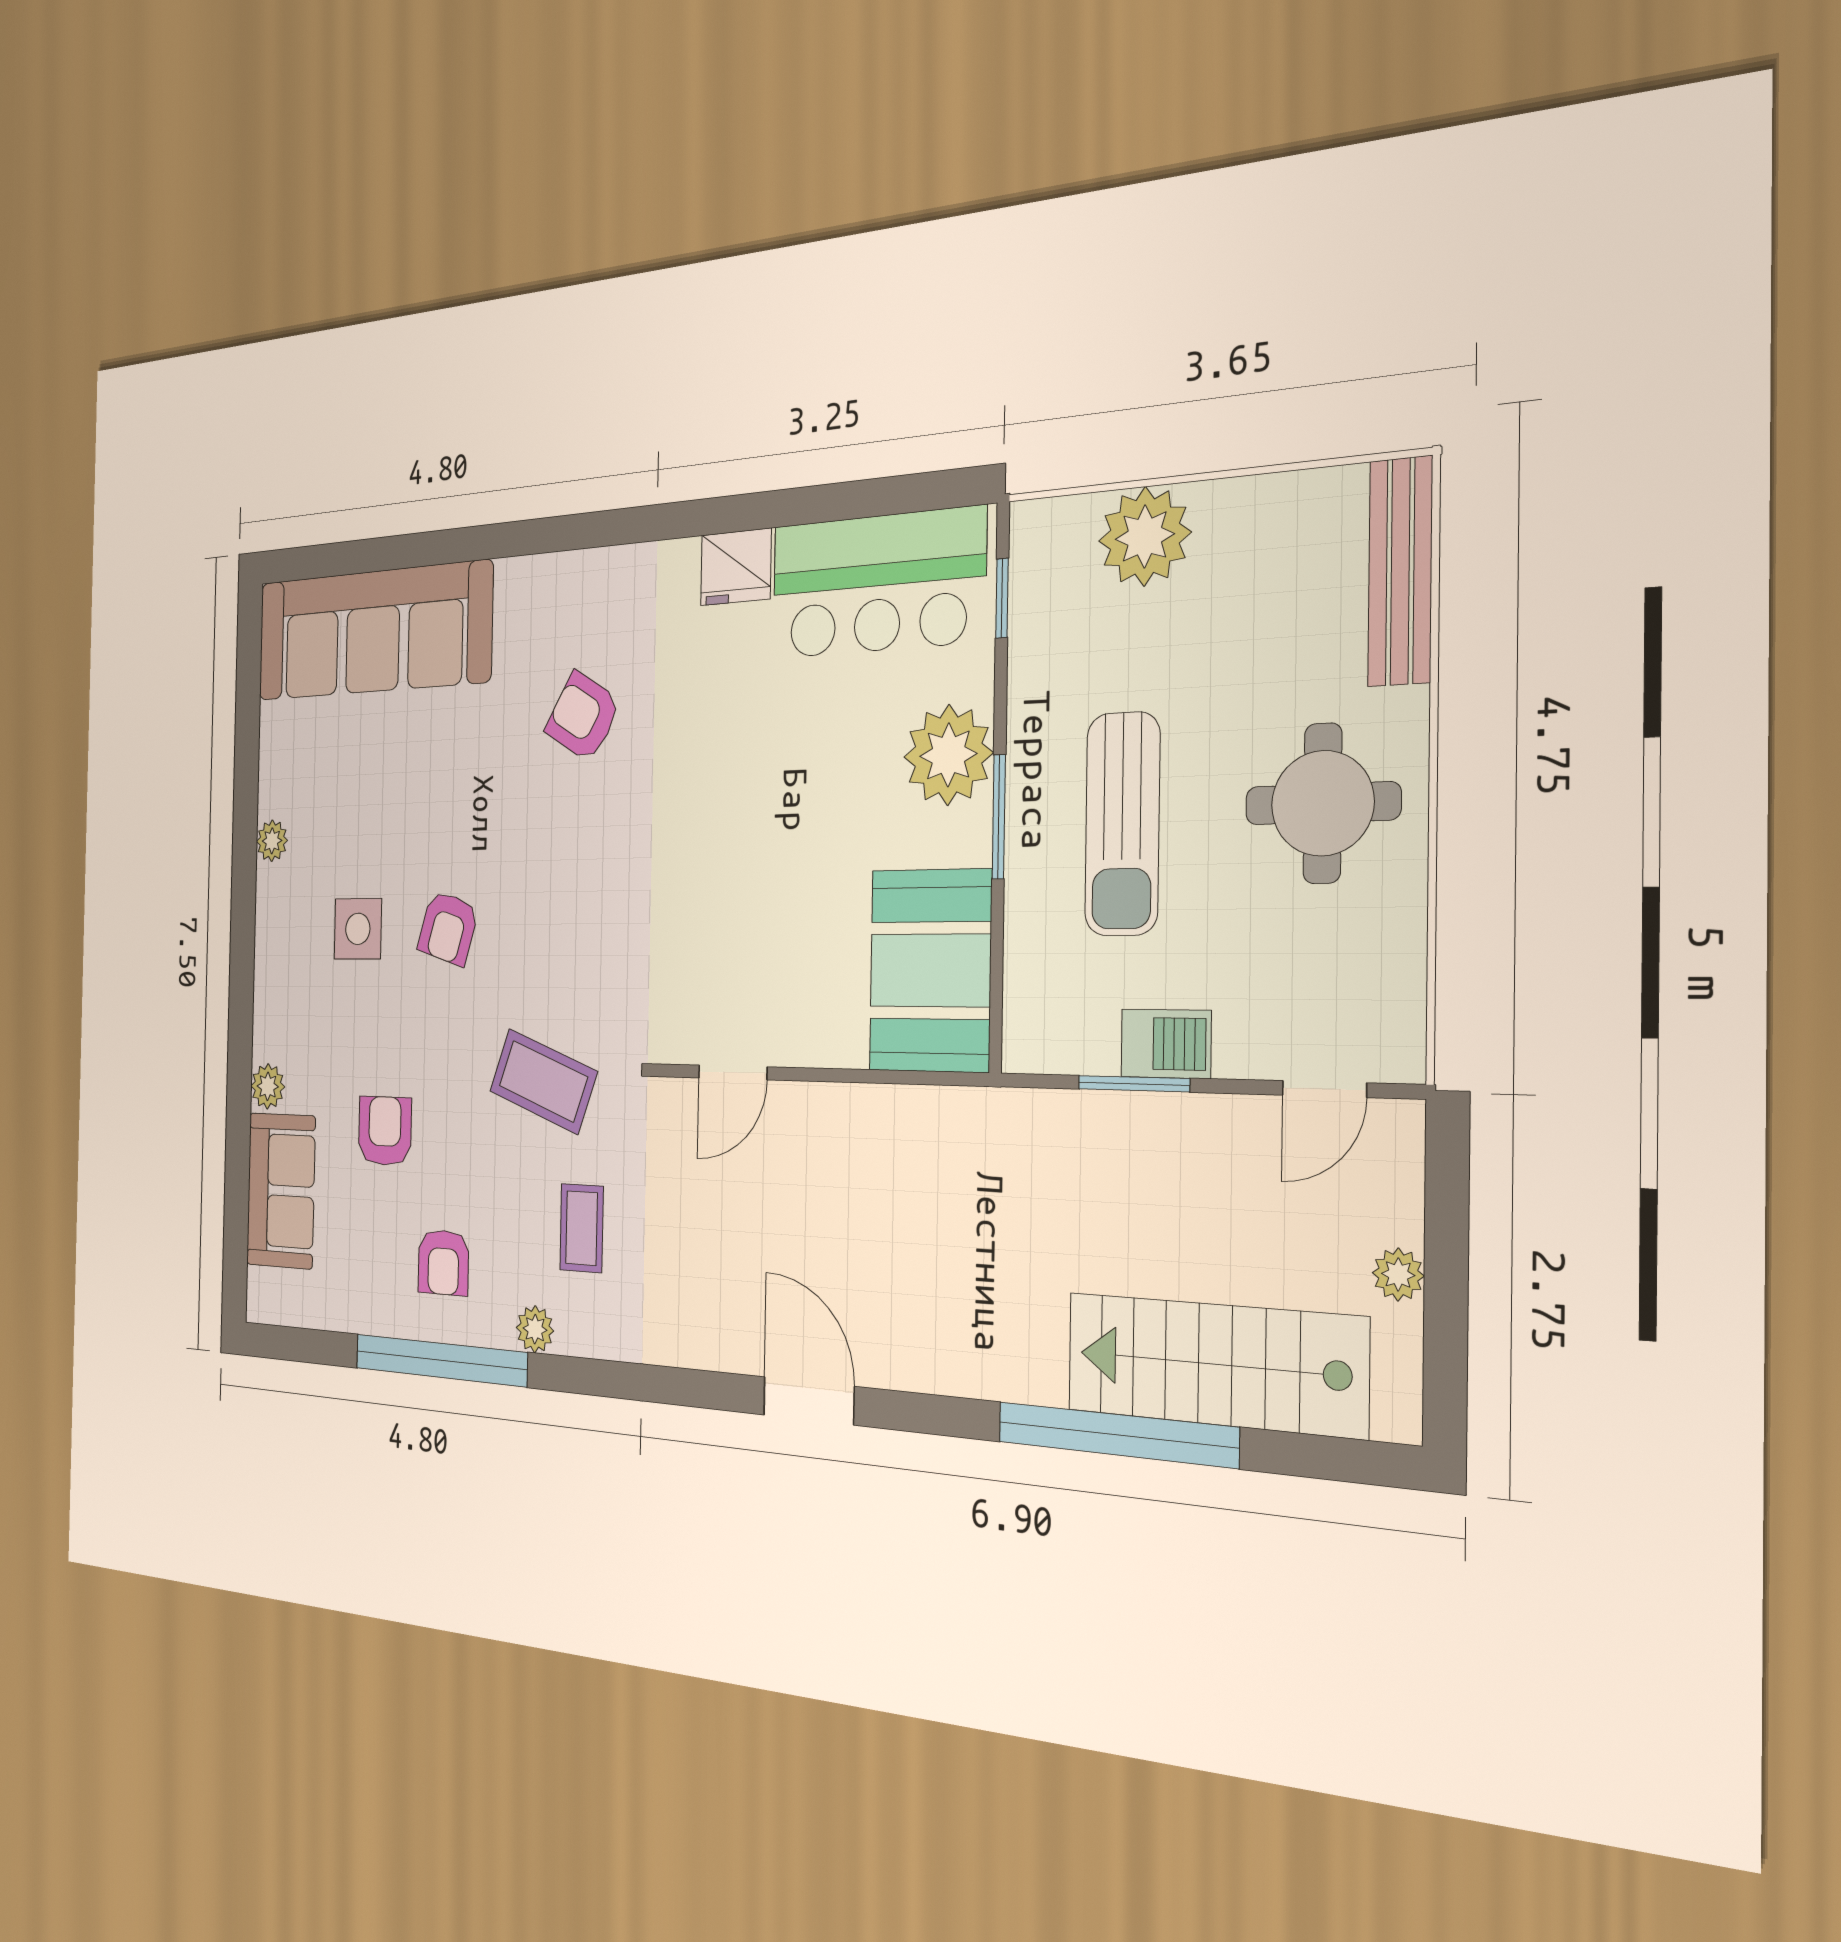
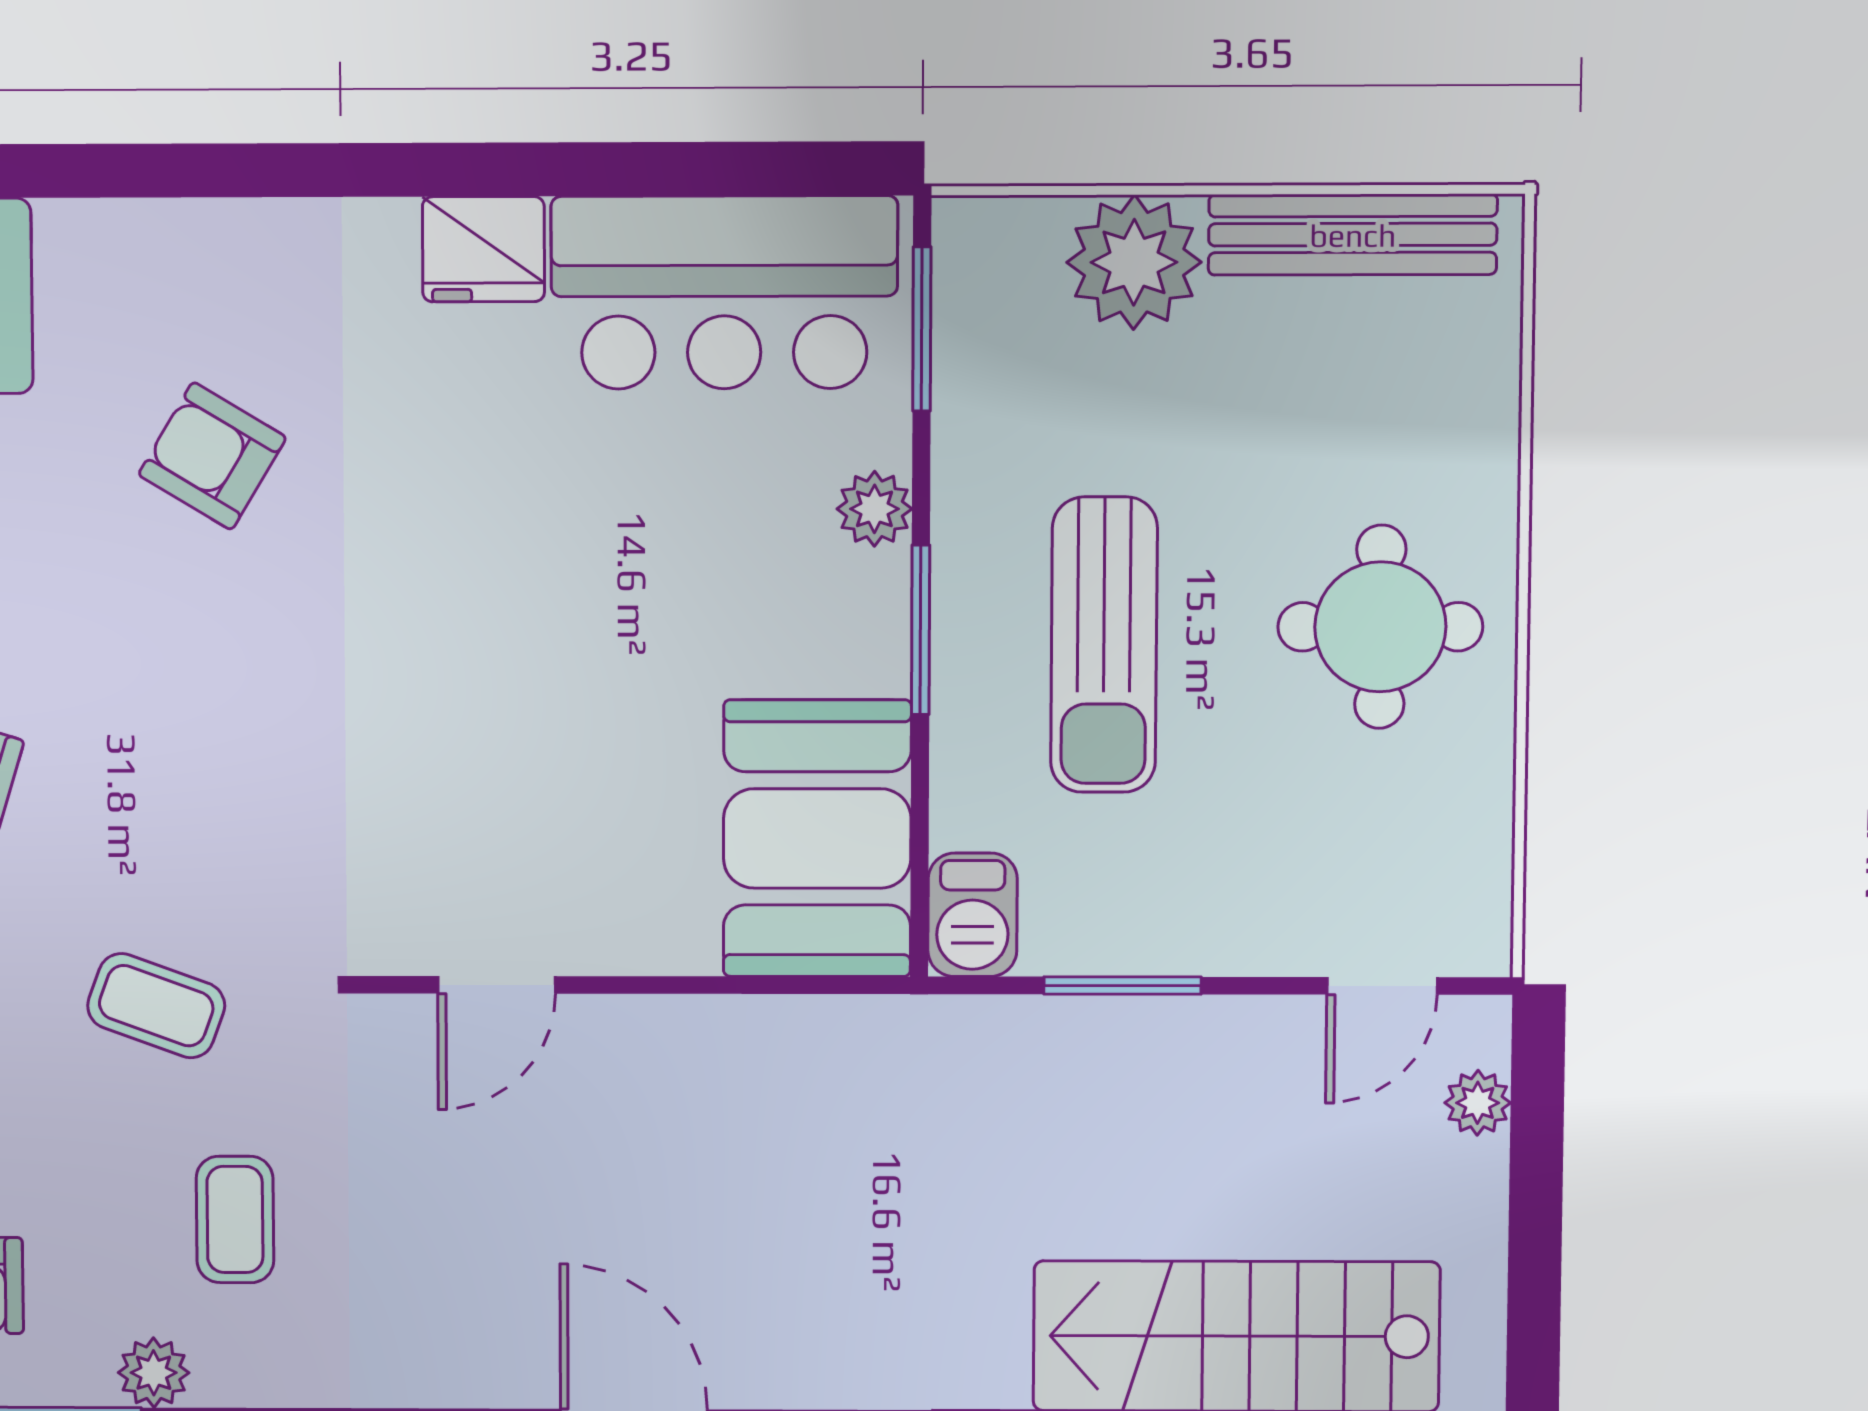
bench: (1400, 571) -> (1353, 235), moved, turned 90
window: (1002, 598) -> (922, 329), width x1.50
plant: (948, 755) -> (874, 509), width x0.53, depth x0.53
barbecue: (1166, 1044) -> (973, 915), moved, turned 90
coffee table: (543, 1081) -> (156, 1006), width x0.73, depth x0.77
plant: (1398, 1274) -> (1478, 1103), moved

